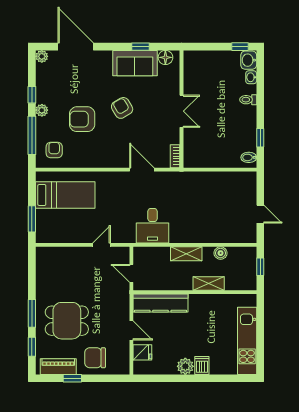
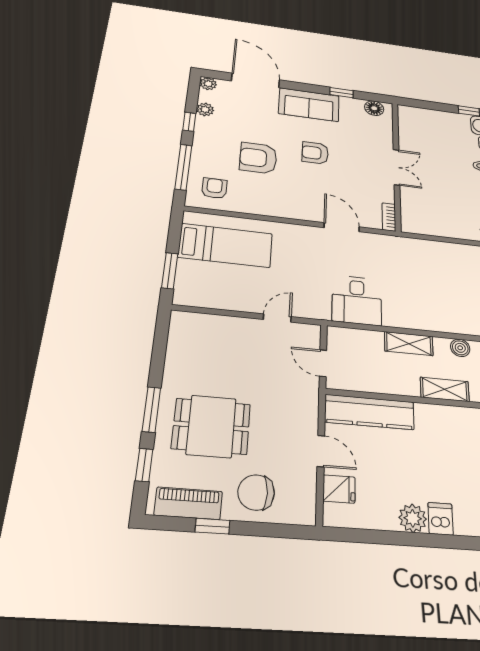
sofa: (135, 63) -> (309, 105), moved
armchair: (122, 108) -> (315, 153), turned -59
plant: (42, 110) -> (205, 109), moved

